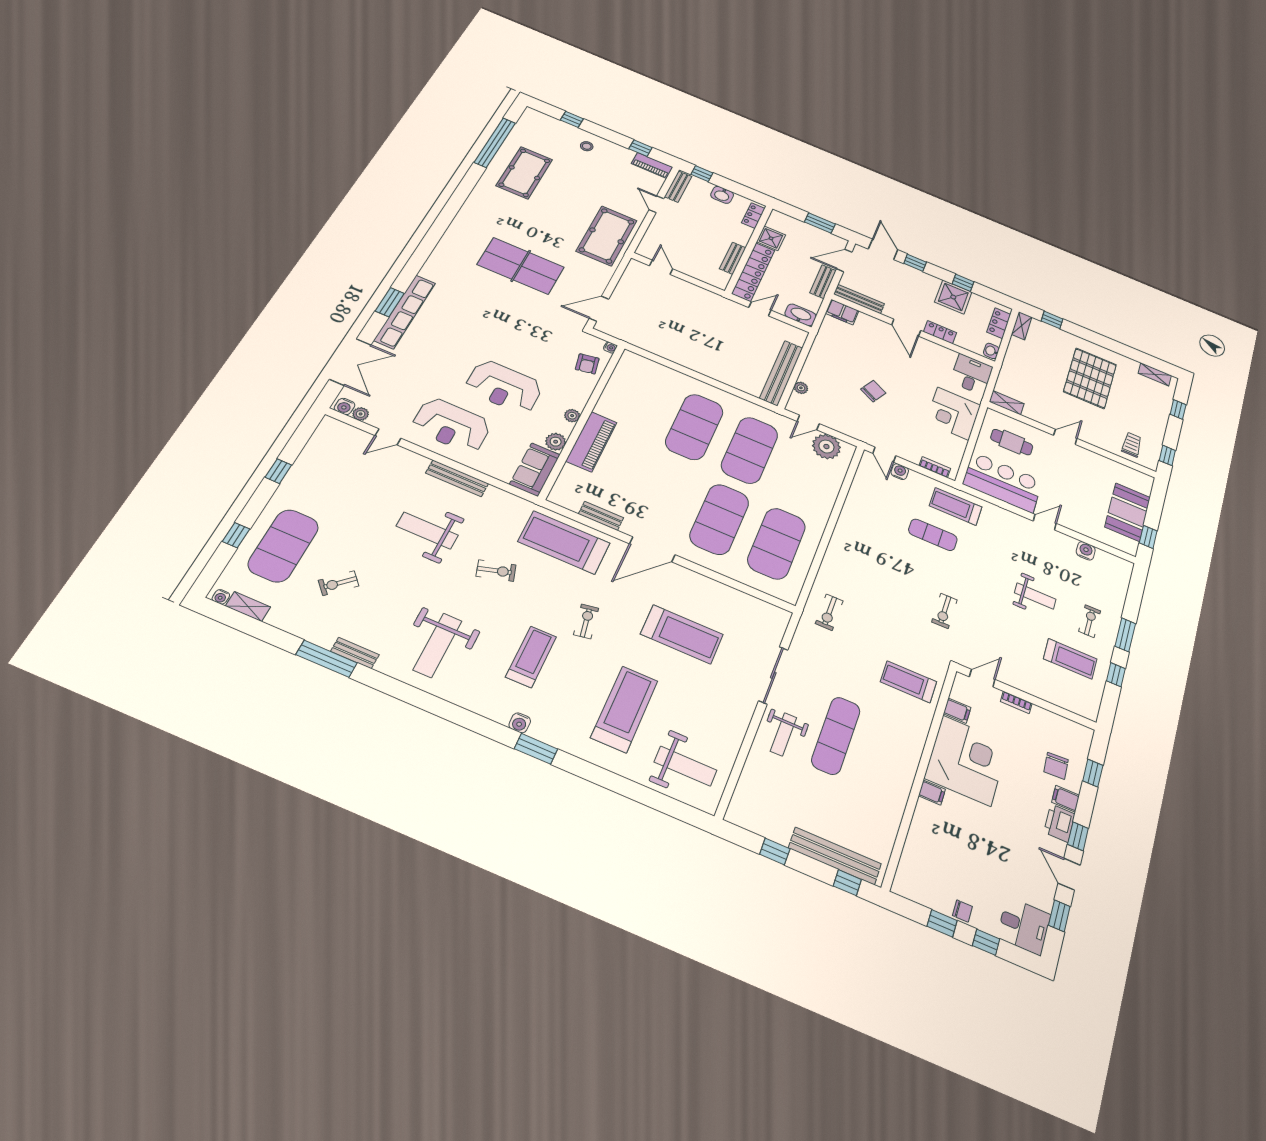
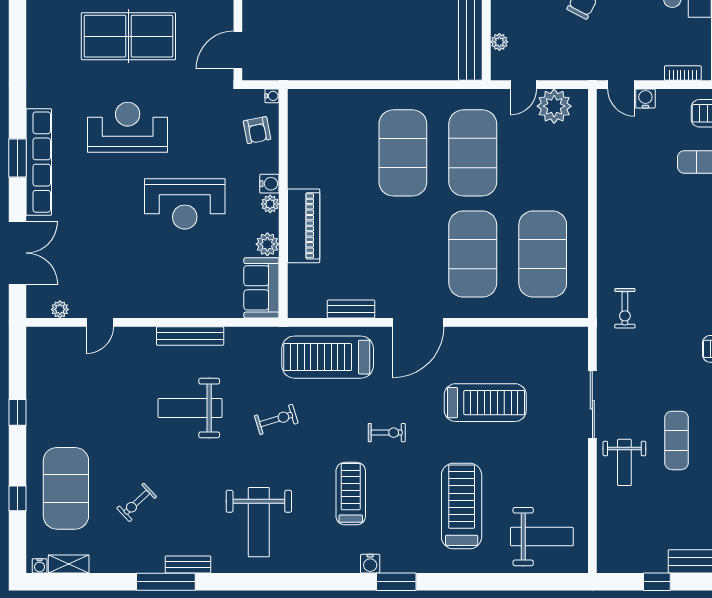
water cooler: (345, 406) -> (269, 184), moved, turned -90
reception desk: (451, 425) -> (128, 127), moved, turned 180
exercise bike: (586, 621) -> (387, 433), turned 100
exercise mat: (836, 736) -> (677, 440), width x0.73, depth x0.69

